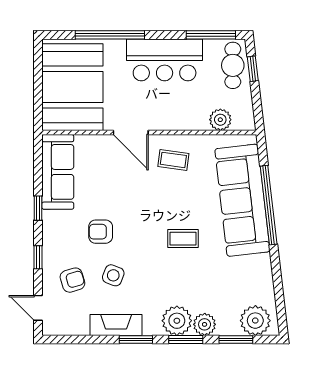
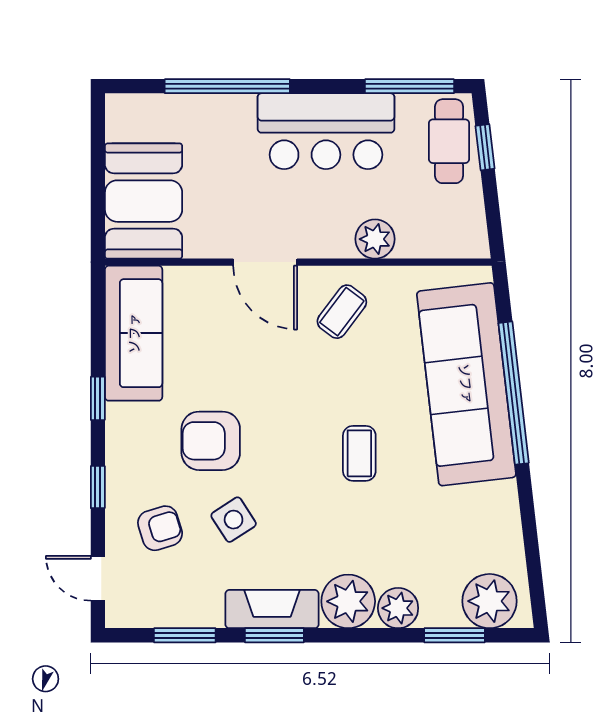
booth: (72, 87) -> (144, 201), width x0.73, depth x0.70
plant: (220, 120) -> (375, 239), moved
coffee table: (173, 160) -> (342, 312), turned -61
armchair: (101, 232) -> (211, 441), width x1.38, depth x1.38
coffee table: (183, 239) -> (359, 453), turned 90
side table: (113, 275) -> (234, 520), turned 36
fireplace: (116, 325) -> (272, 609), moved
window: (186, 340) -> (185, 635), moved

